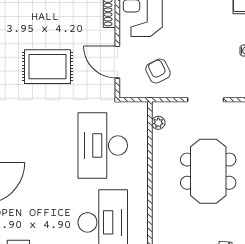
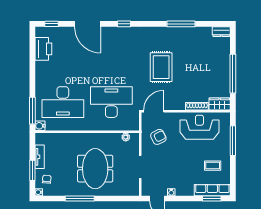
door: (117, 62) -> (154, 111), moved
meeting table: (208, 171) -> (95, 169), turned 90

